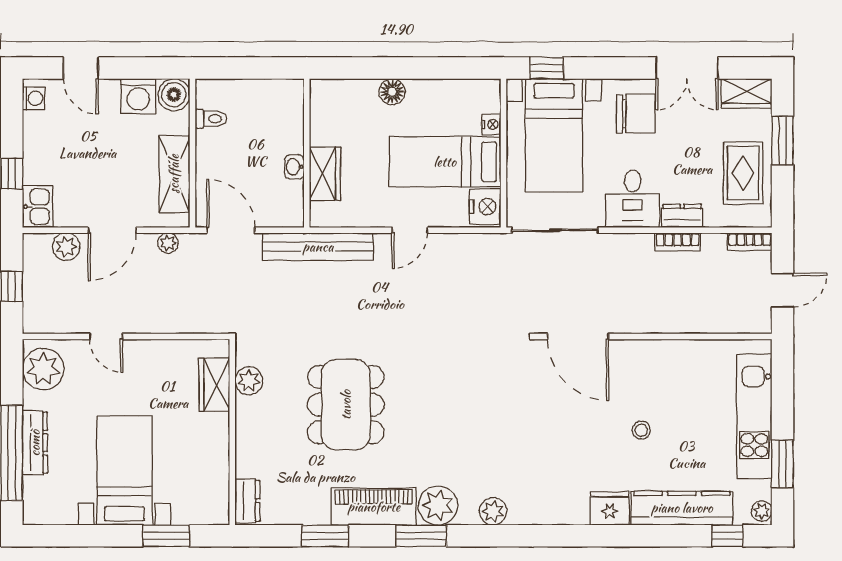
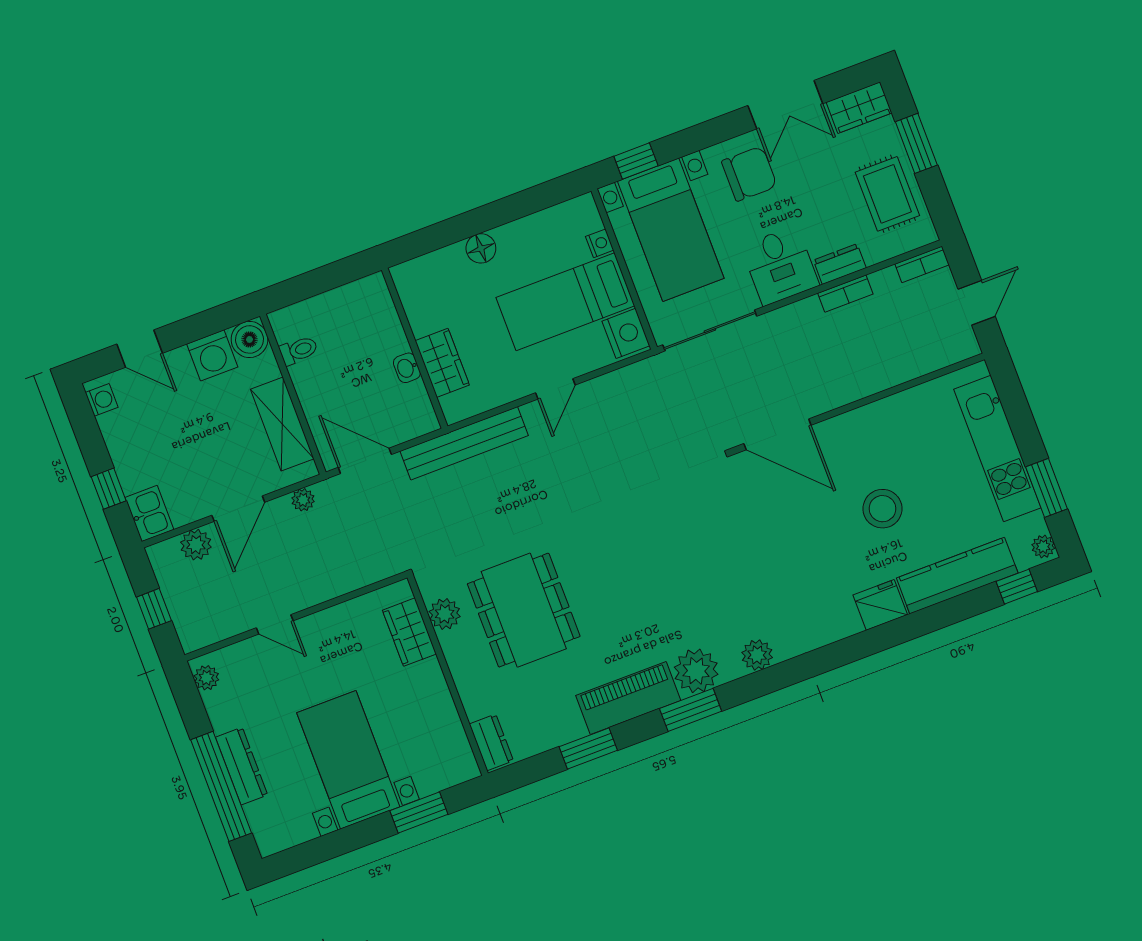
plant: (43, 369) -> (206, 678), width x0.53, depth x0.53
dining table: (346, 405) -> (524, 610), moved
stool: (641, 430) -> (882, 509), width x1.89, depth x1.89

